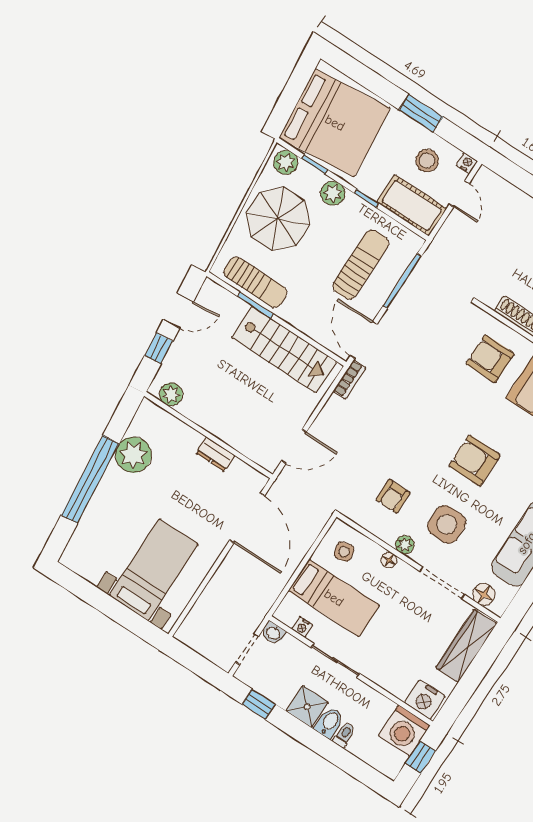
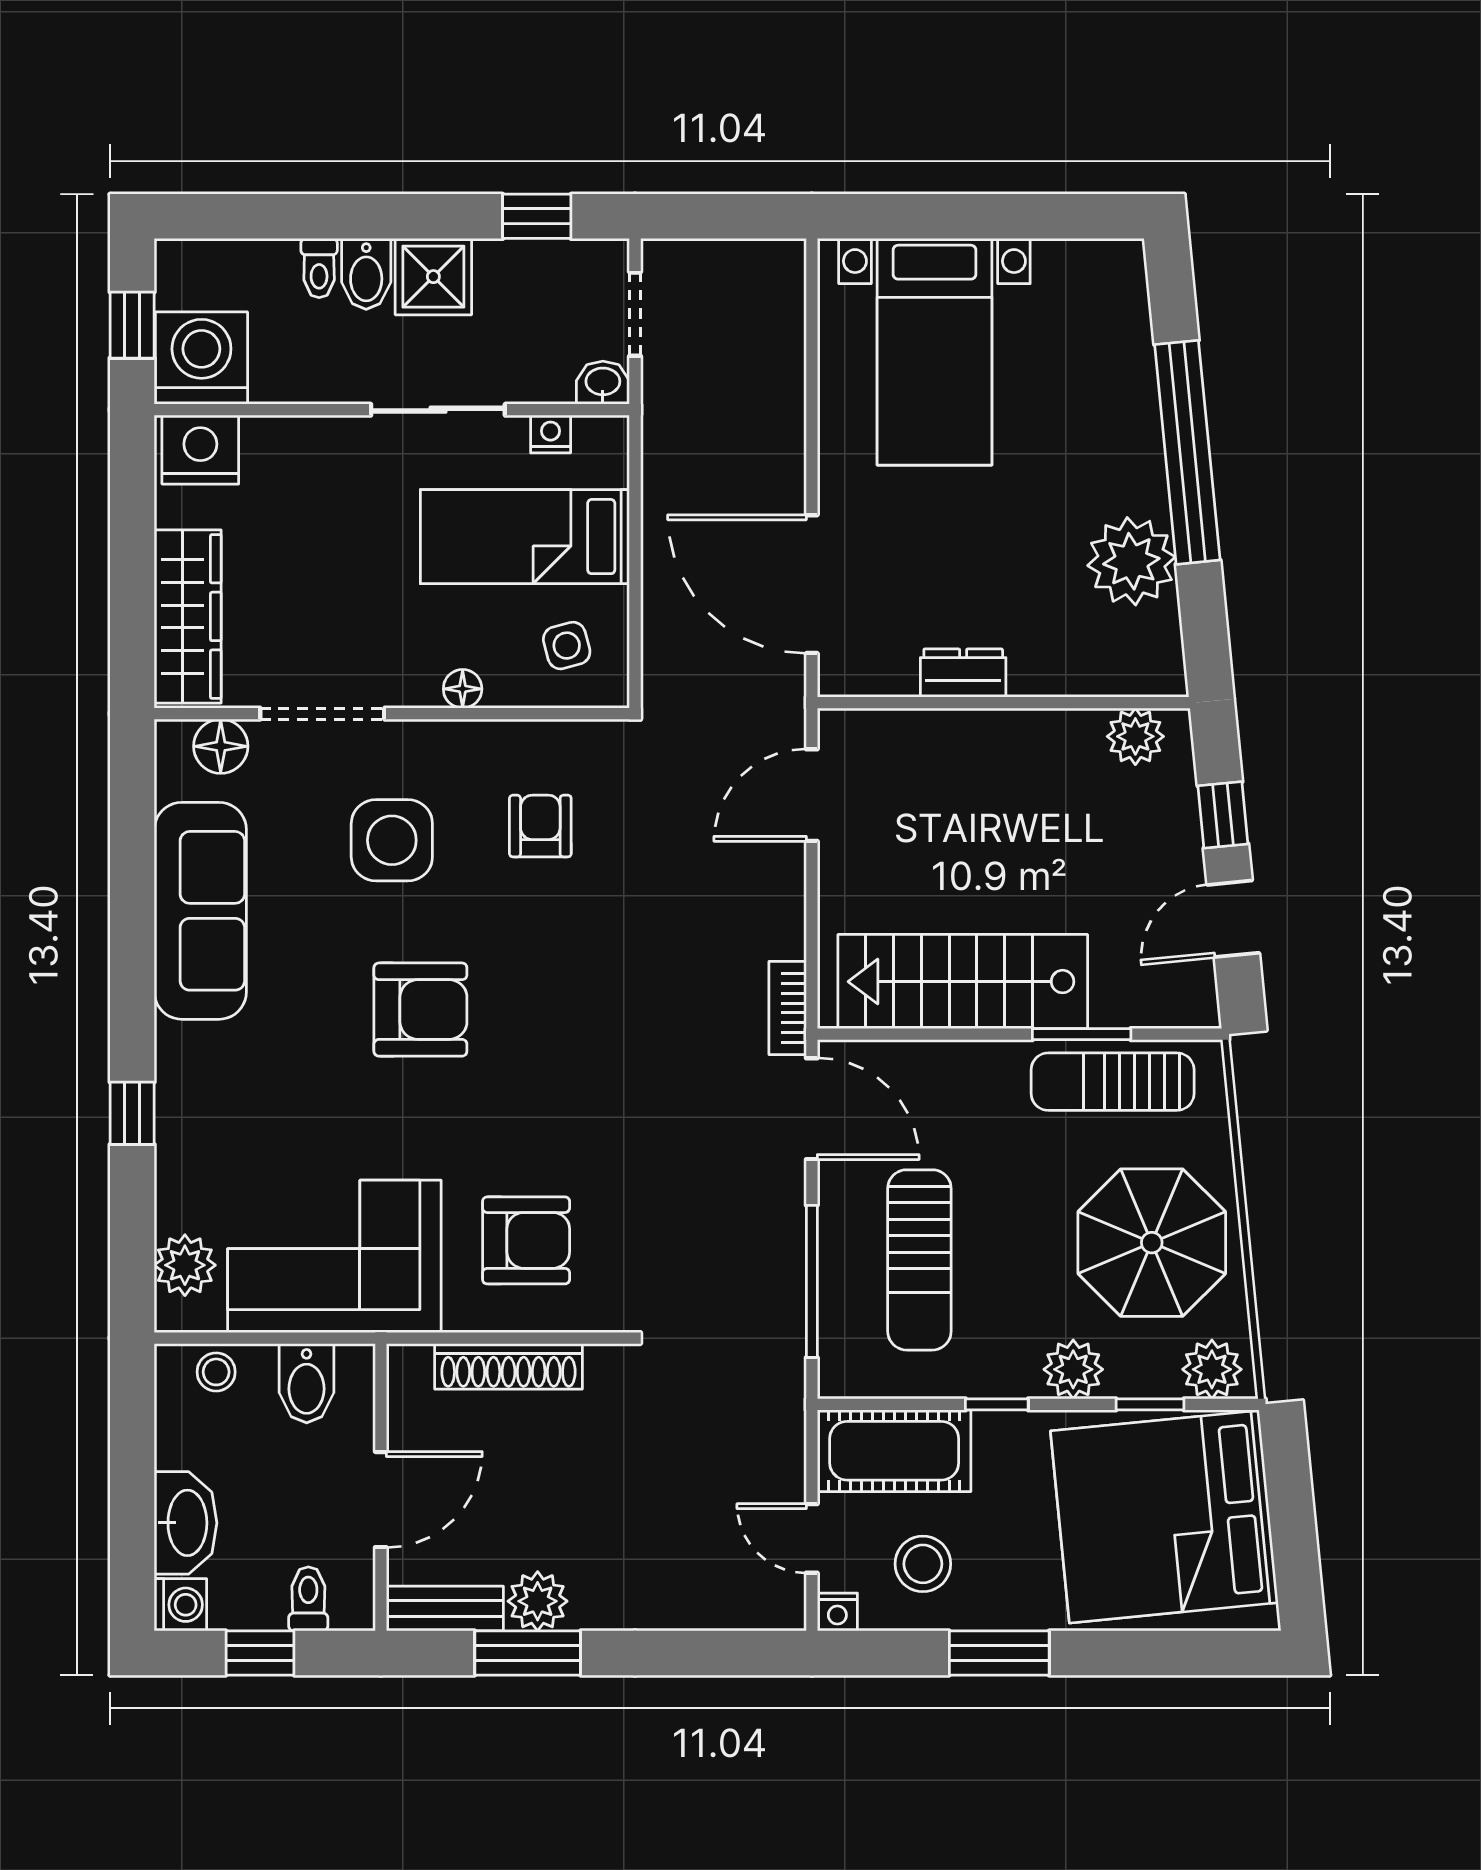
plant: (405, 545) -> (451, 742), removed

